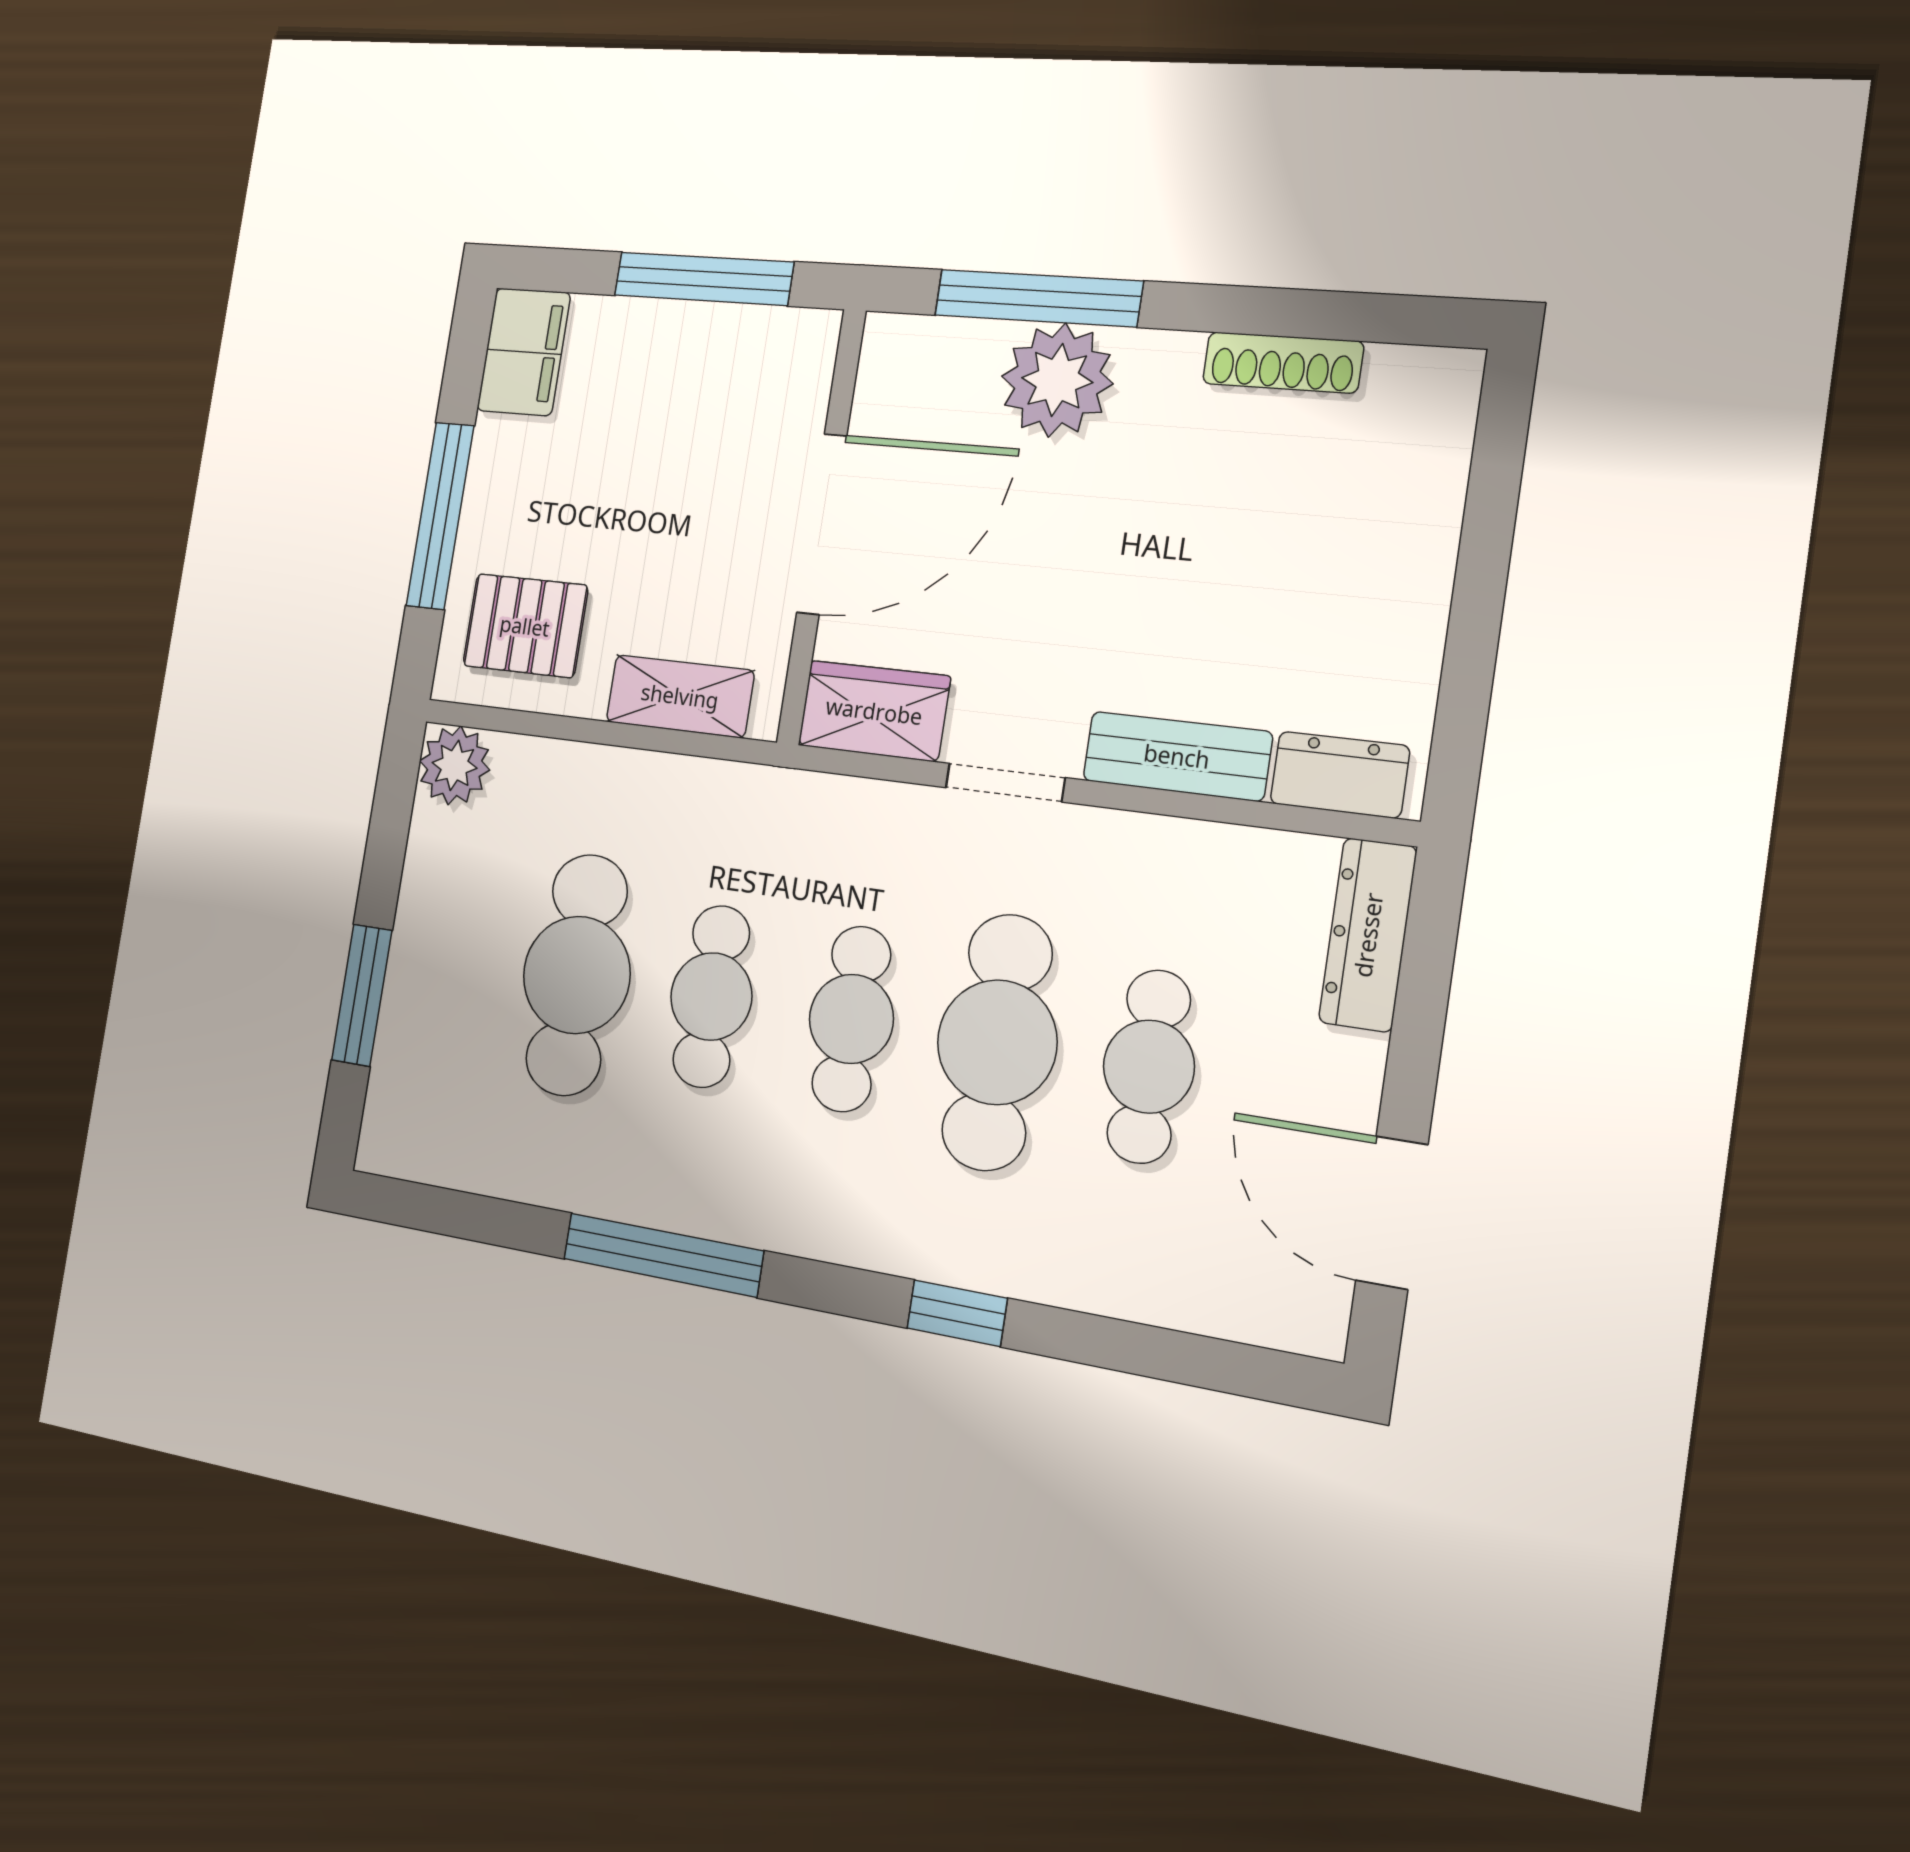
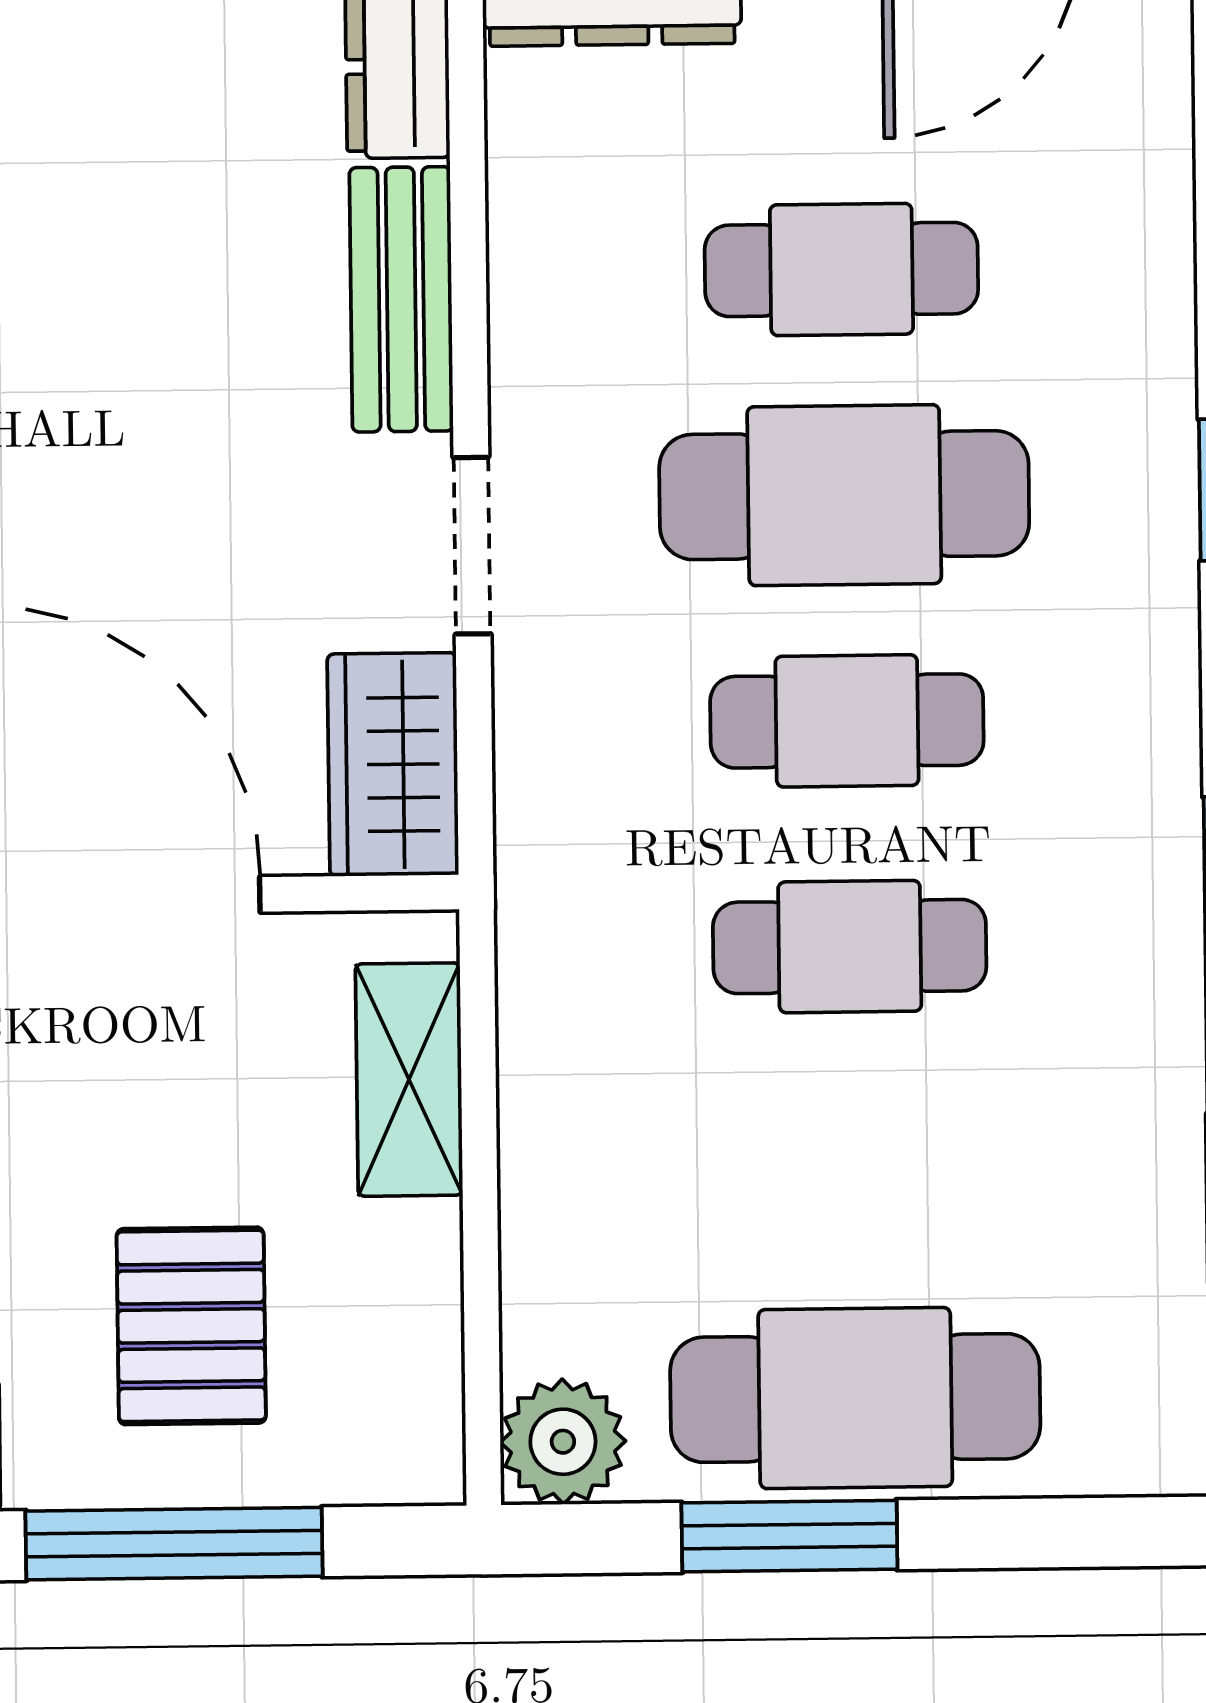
pallet: (525, 626) -> (191, 1326), moved
cafe table: (577, 975) -> (855, 1398), moved
window: (362, 995) -> (789, 1536), moved

